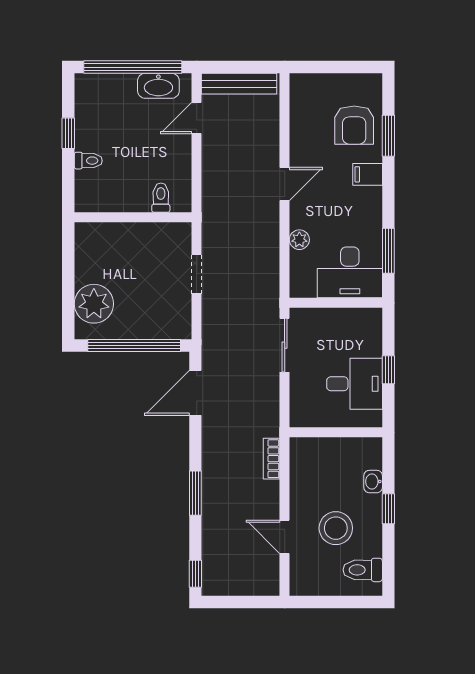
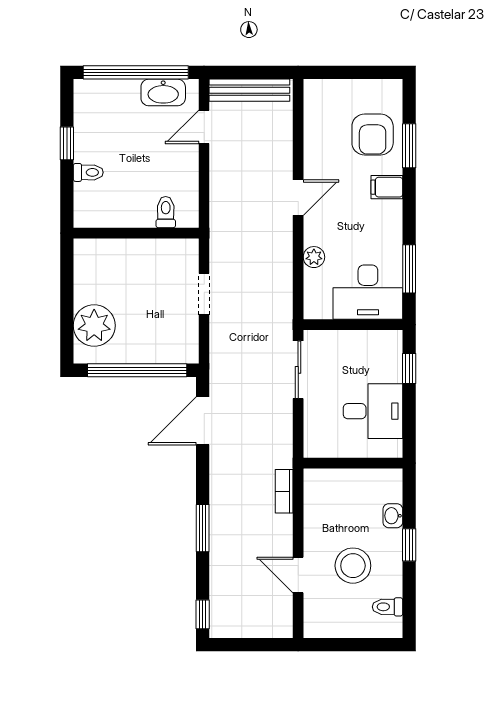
window: (388, 370) -> (409, 369), moved
toilet: (363, 570) -> (387, 607), width x0.73, depth x0.72

